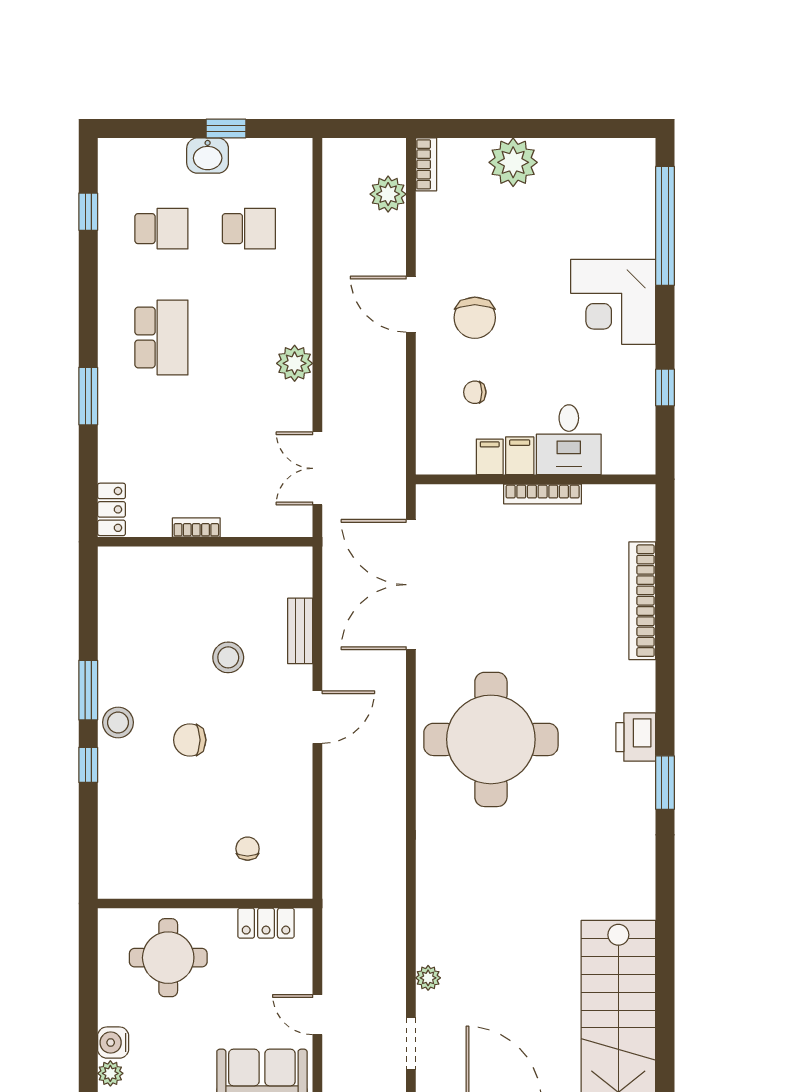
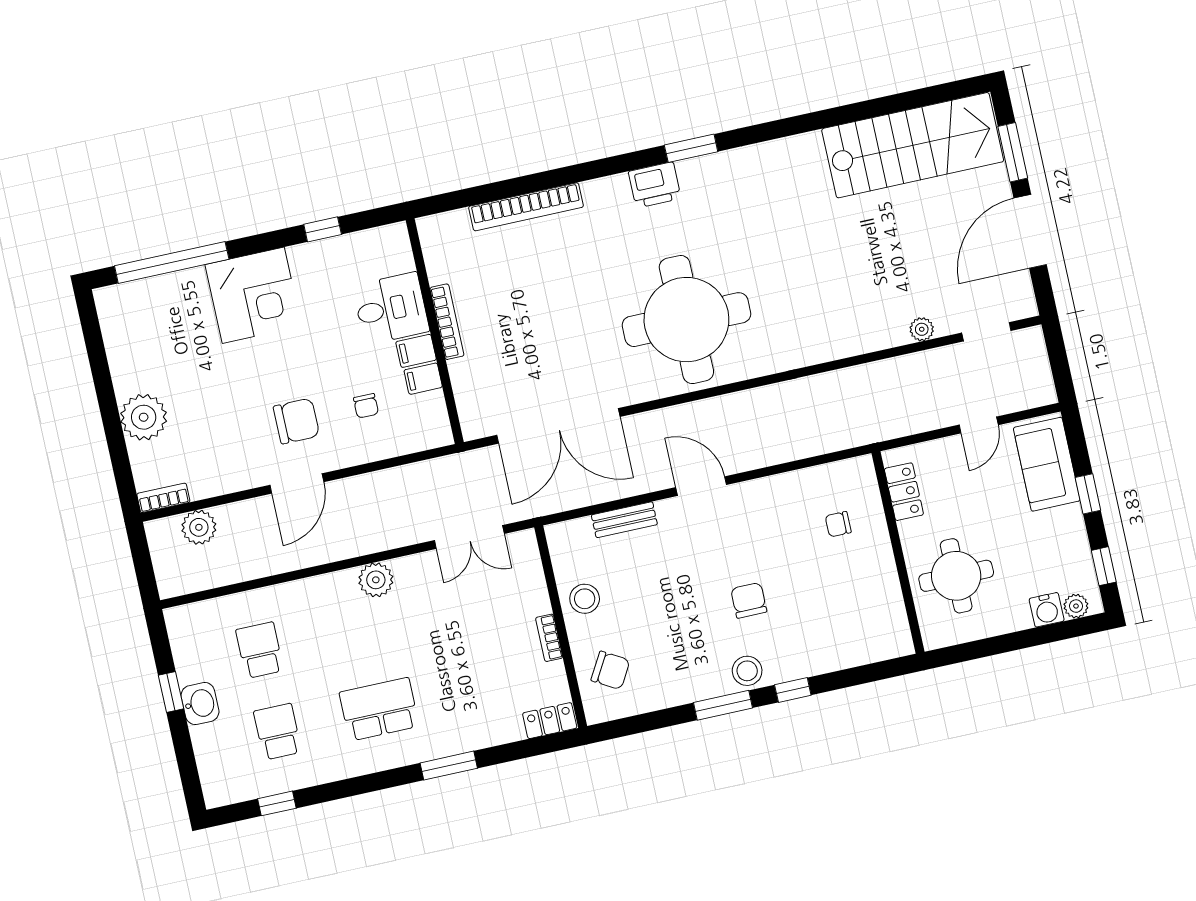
chair: (149, 583) -> (610, 670), added
stool: (228, 657) -> (585, 599), moved
chair: (190, 740) -> (749, 600), turned 180

